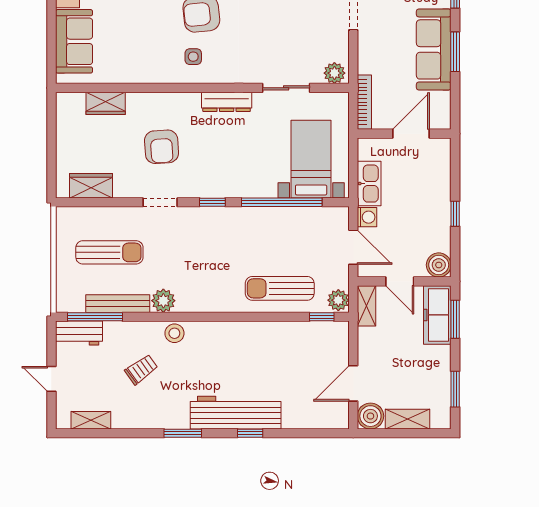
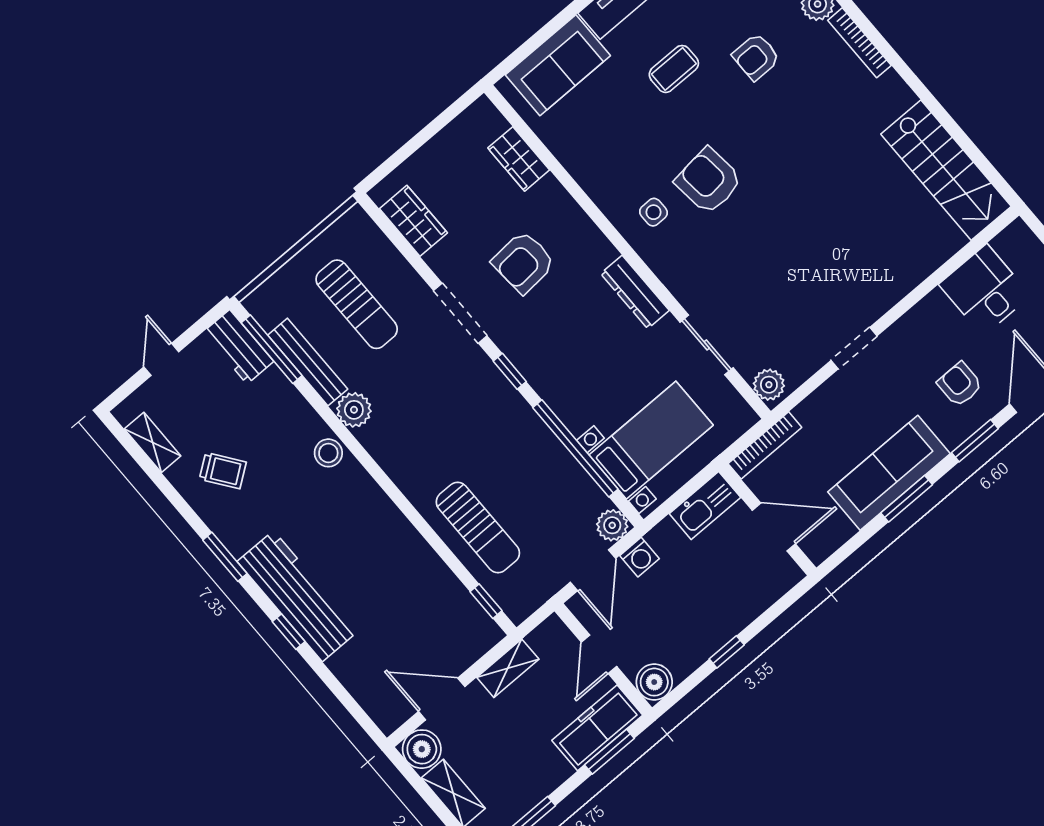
kitchen sink: (369, 184) -> (705, 506), moved
doorway: (160, 202) -> (460, 313), width x1.38
sun lounger: (280, 288) -> (478, 528), turned 180
plant: (338, 300) -> (612, 525), moved
shelving: (366, 306) -> (508, 668), moved
trolley: (141, 369) -> (223, 471), moved

